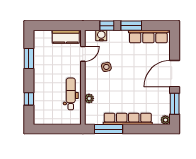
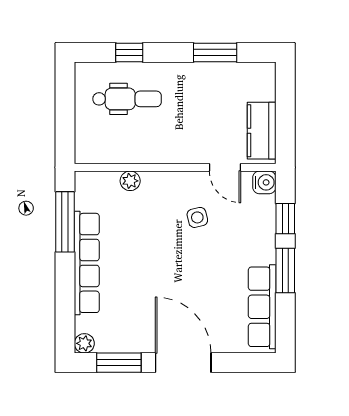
water cooler: (101, 36) -> (264, 182), moved
dental chair: (71, 94) -> (127, 99), moved

